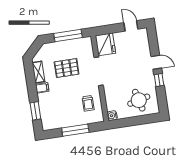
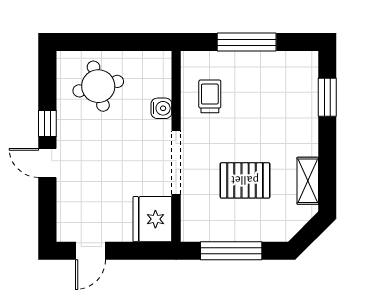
door: (131, 26) -> (91, 251), hinge flipped
filing cabinet: (42, 88) -> (305, 145), removed
water cooler: (112, 116) -> (161, 108), moved

